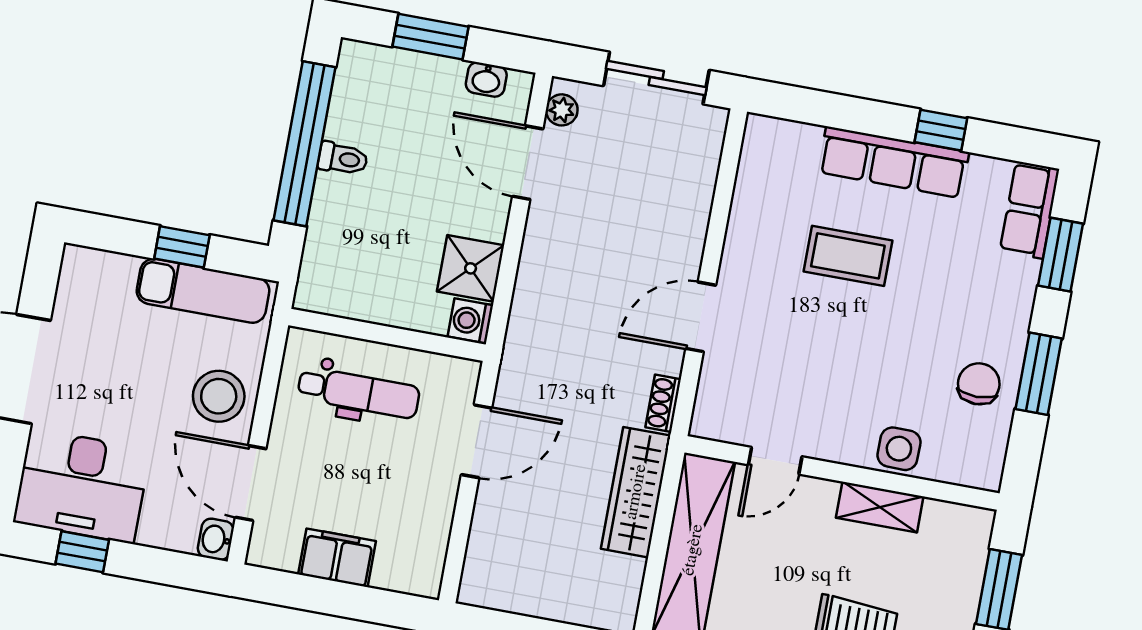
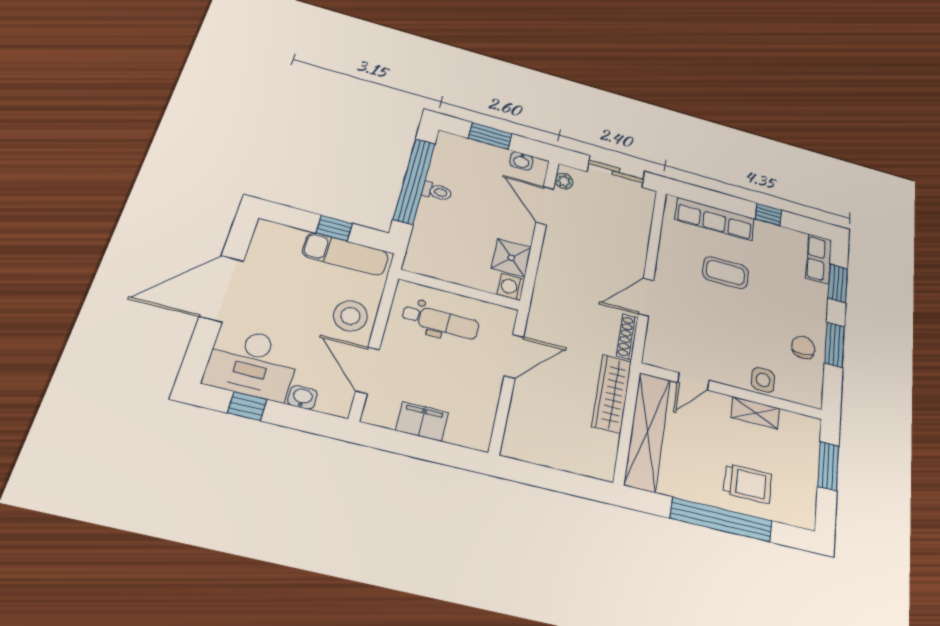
row of seats: (894, 162) -> (715, 219), moved
shoe rack: (663, 403) -> (627, 337), width x1.43
washbasin: (216, 539) -> (302, 397), moved, turned 90

